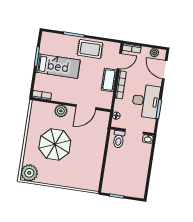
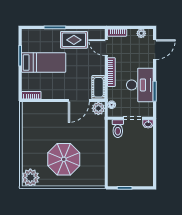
door: (119, 61) -> (106, 48), swing flipped
door: (165, 70) -> (155, 50), swing flipped
cot: (109, 80) -> (98, 87), moved
plant: (61, 111) -> (98, 108), moved
parasol: (55, 144) -> (64, 159), moved

